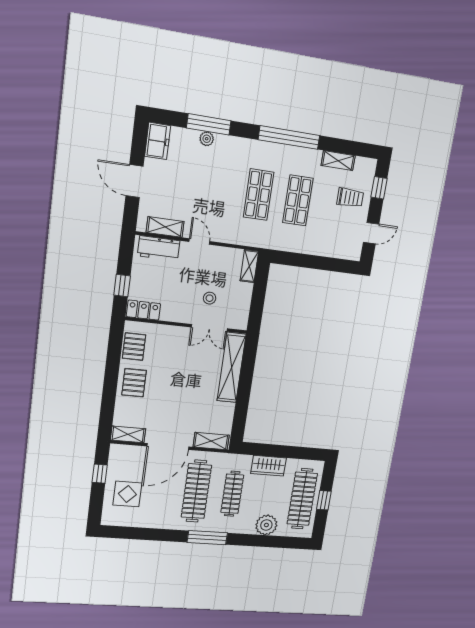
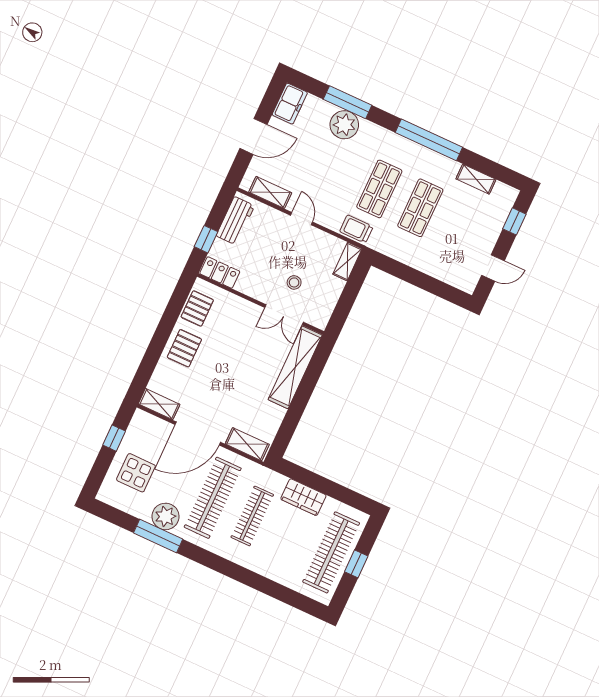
plant: (207, 139) -> (344, 125), width x1.87, depth x1.87
door: (134, 181) -> (253, 136), swing flipped
trolley: (350, 198) -> (356, 229), moved, turned 180
workbench: (159, 248) -> (235, 221), moved, turned -90
plant: (266, 525) -> (166, 516), moved
window: (207, 538) -> (158, 536), moved

